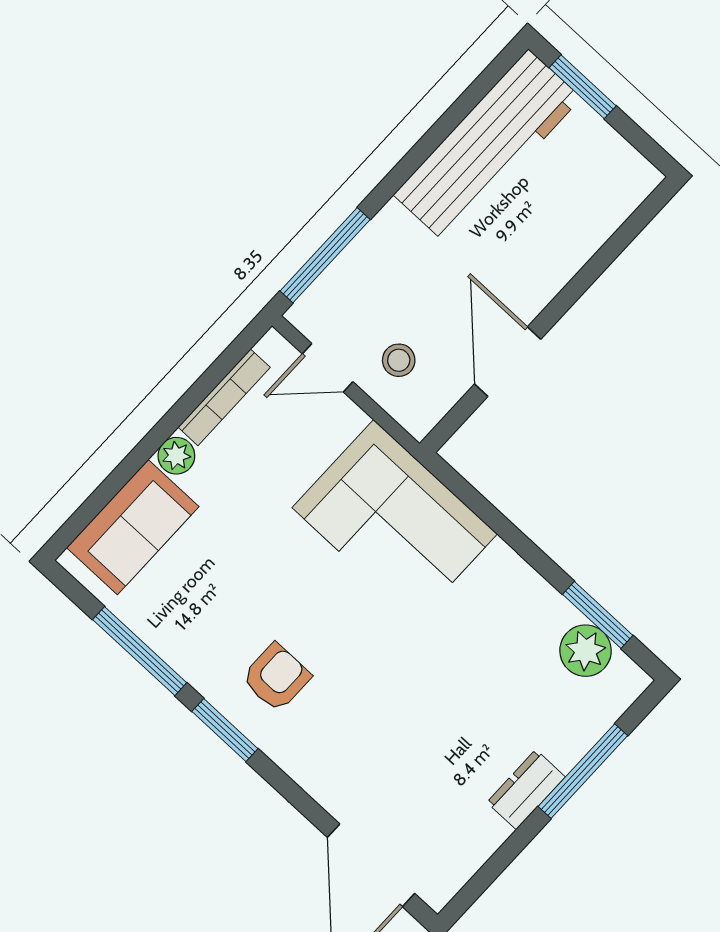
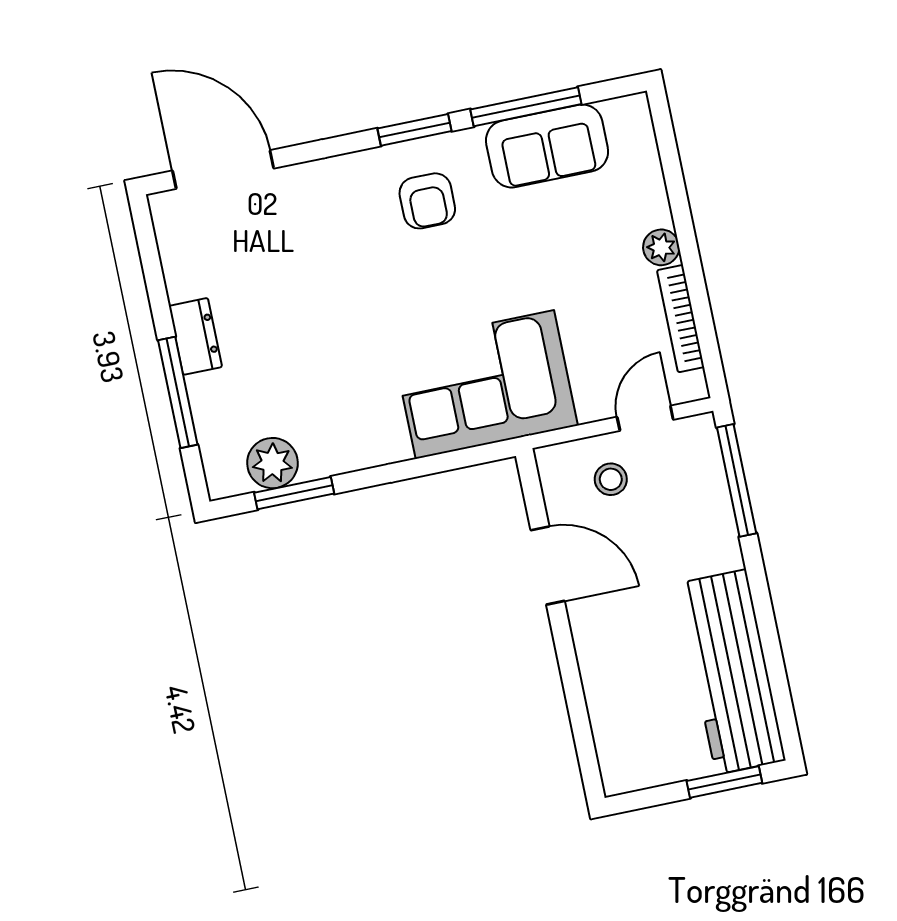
sofa: (133, 527) -> (547, 146), moved, turned -90

